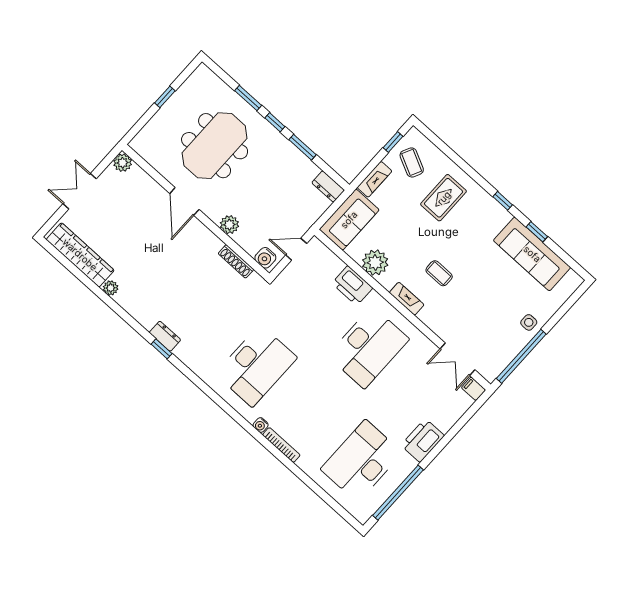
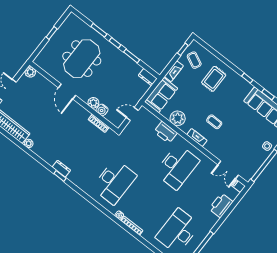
water cooler: (265, 258) -> (102, 110), moved
printer: (423, 440) -> (221, 205), moved

